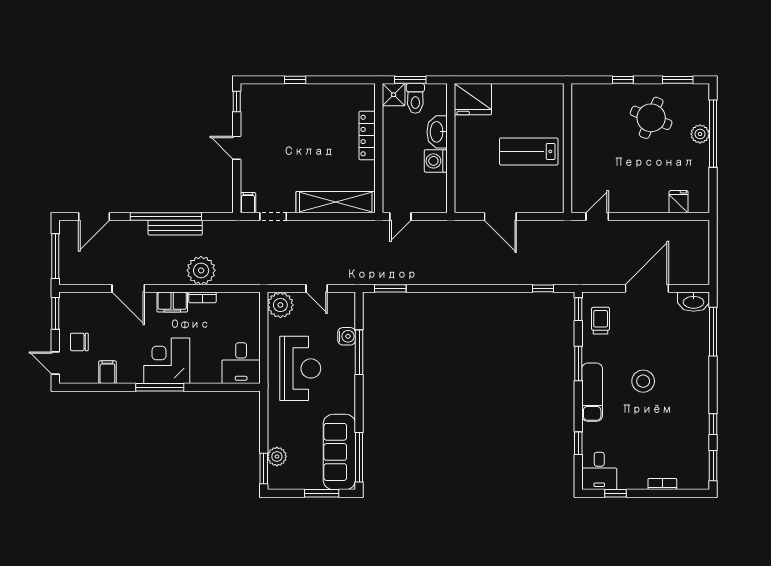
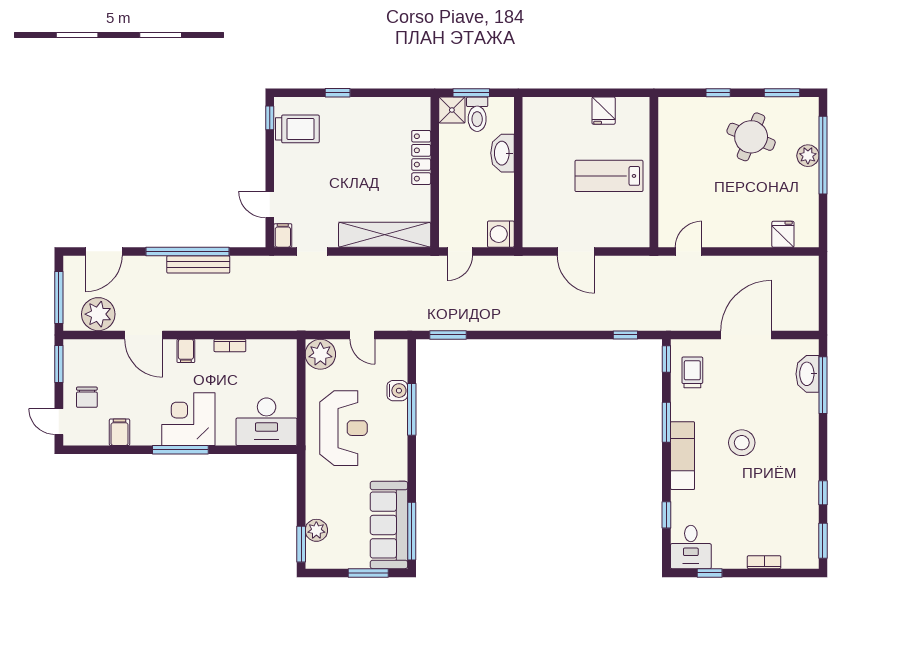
fridge: (473, 99) -> (604, 111), moved, width x0.53, depth x0.75
trolley: (261, 111) -> (297, 129), added
door: (237, 148) -> (270, 205), moved
washing machine: (436, 161) -> (501, 234), moved
plant: (201, 270) -> (98, 314), moved
filing cabinet: (172, 302) -> (186, 351), width x0.50
washbasin: (694, 302) -> (808, 374), moved, turned 90
chair: (79, 342) -> (87, 397), turned -90
desk: (241, 363) -> (267, 422), width x1.37

